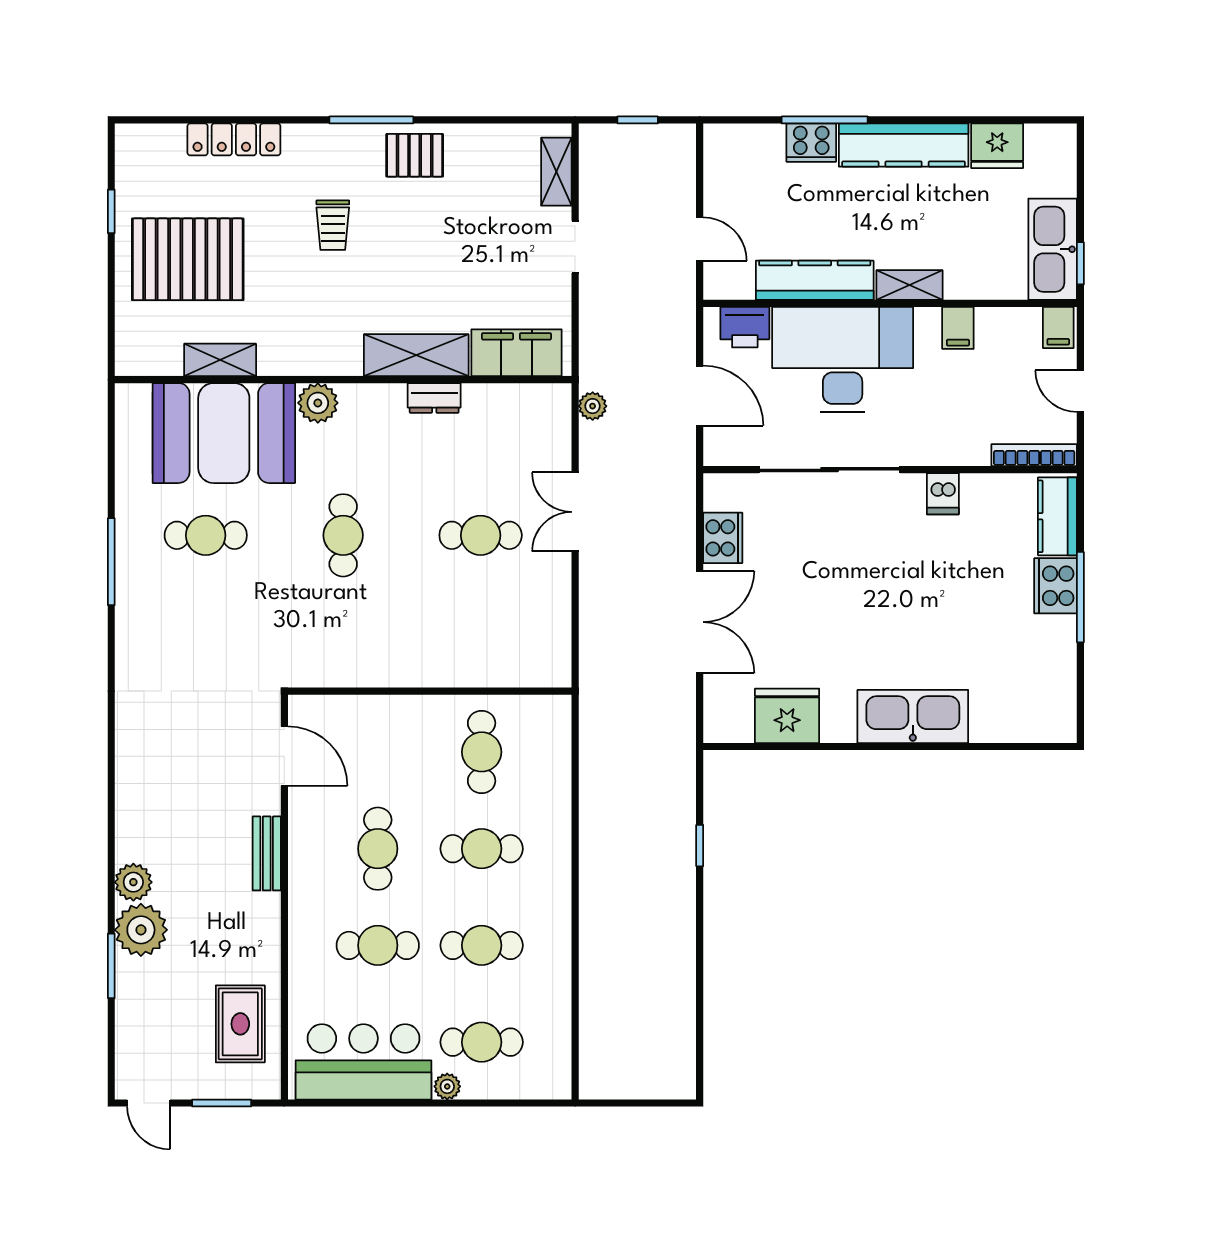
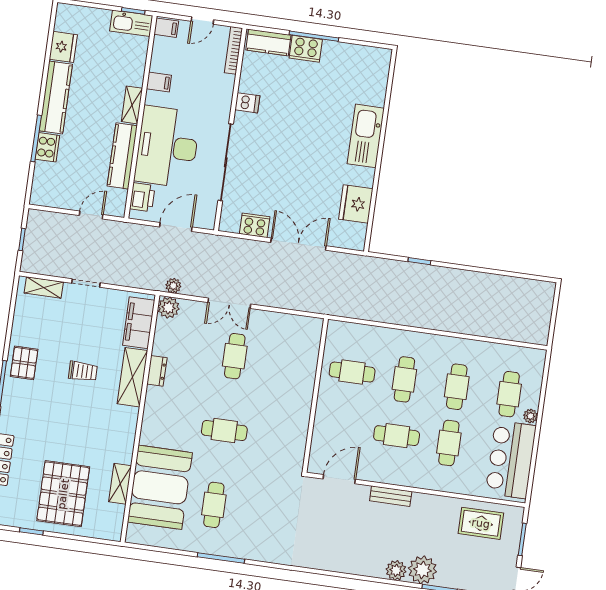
trolley: (333, 225) -> (83, 371), moved
kitchen sink: (1053, 249) -> (131, 23), width x0.73, depth x0.81
plant: (318, 403) -> (169, 308), moved

